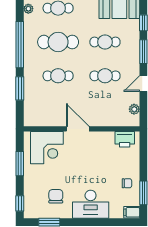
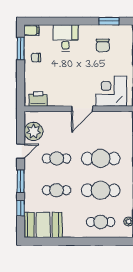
cafe table: (58, 76) -> (101, 158), width x1.37, depth x1.35
plant: (134, 109) -> (33, 131), width x1.88, depth x1.88
door: (78, 129) -> (82, 109), hinge flipped
desk: (91, 204) -> (66, 38), width x0.73

